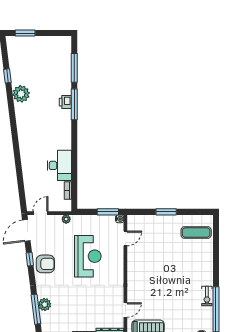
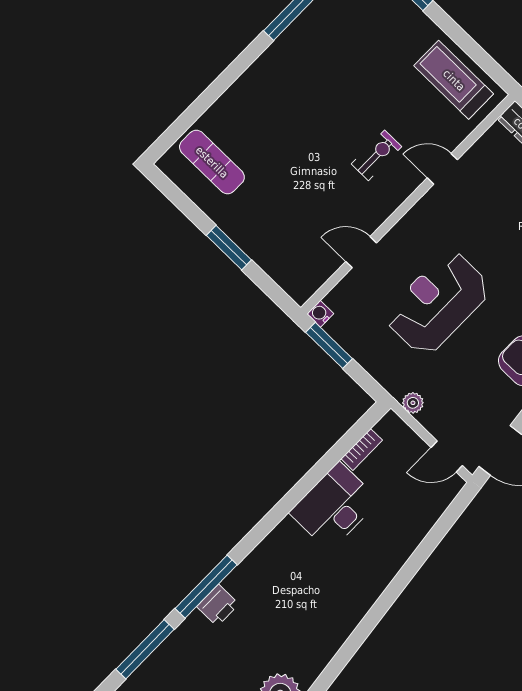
door: (125, 238) -> (361, 252), moved
exercise bike: (207, 296) -> (377, 155), moved
door: (125, 310) -> (442, 169), moved

